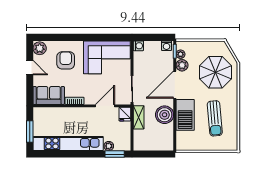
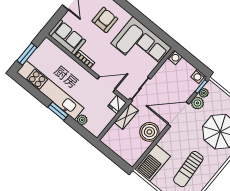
barbecue: (185, 115) -> (153, 163), moved
window: (115, 154) -> (58, 111), moved

